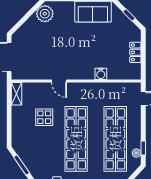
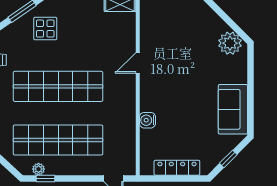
locker: (135, 52) -> (177, 168), width x1.53
display table: (44, 117) -> (45, 29), moved

